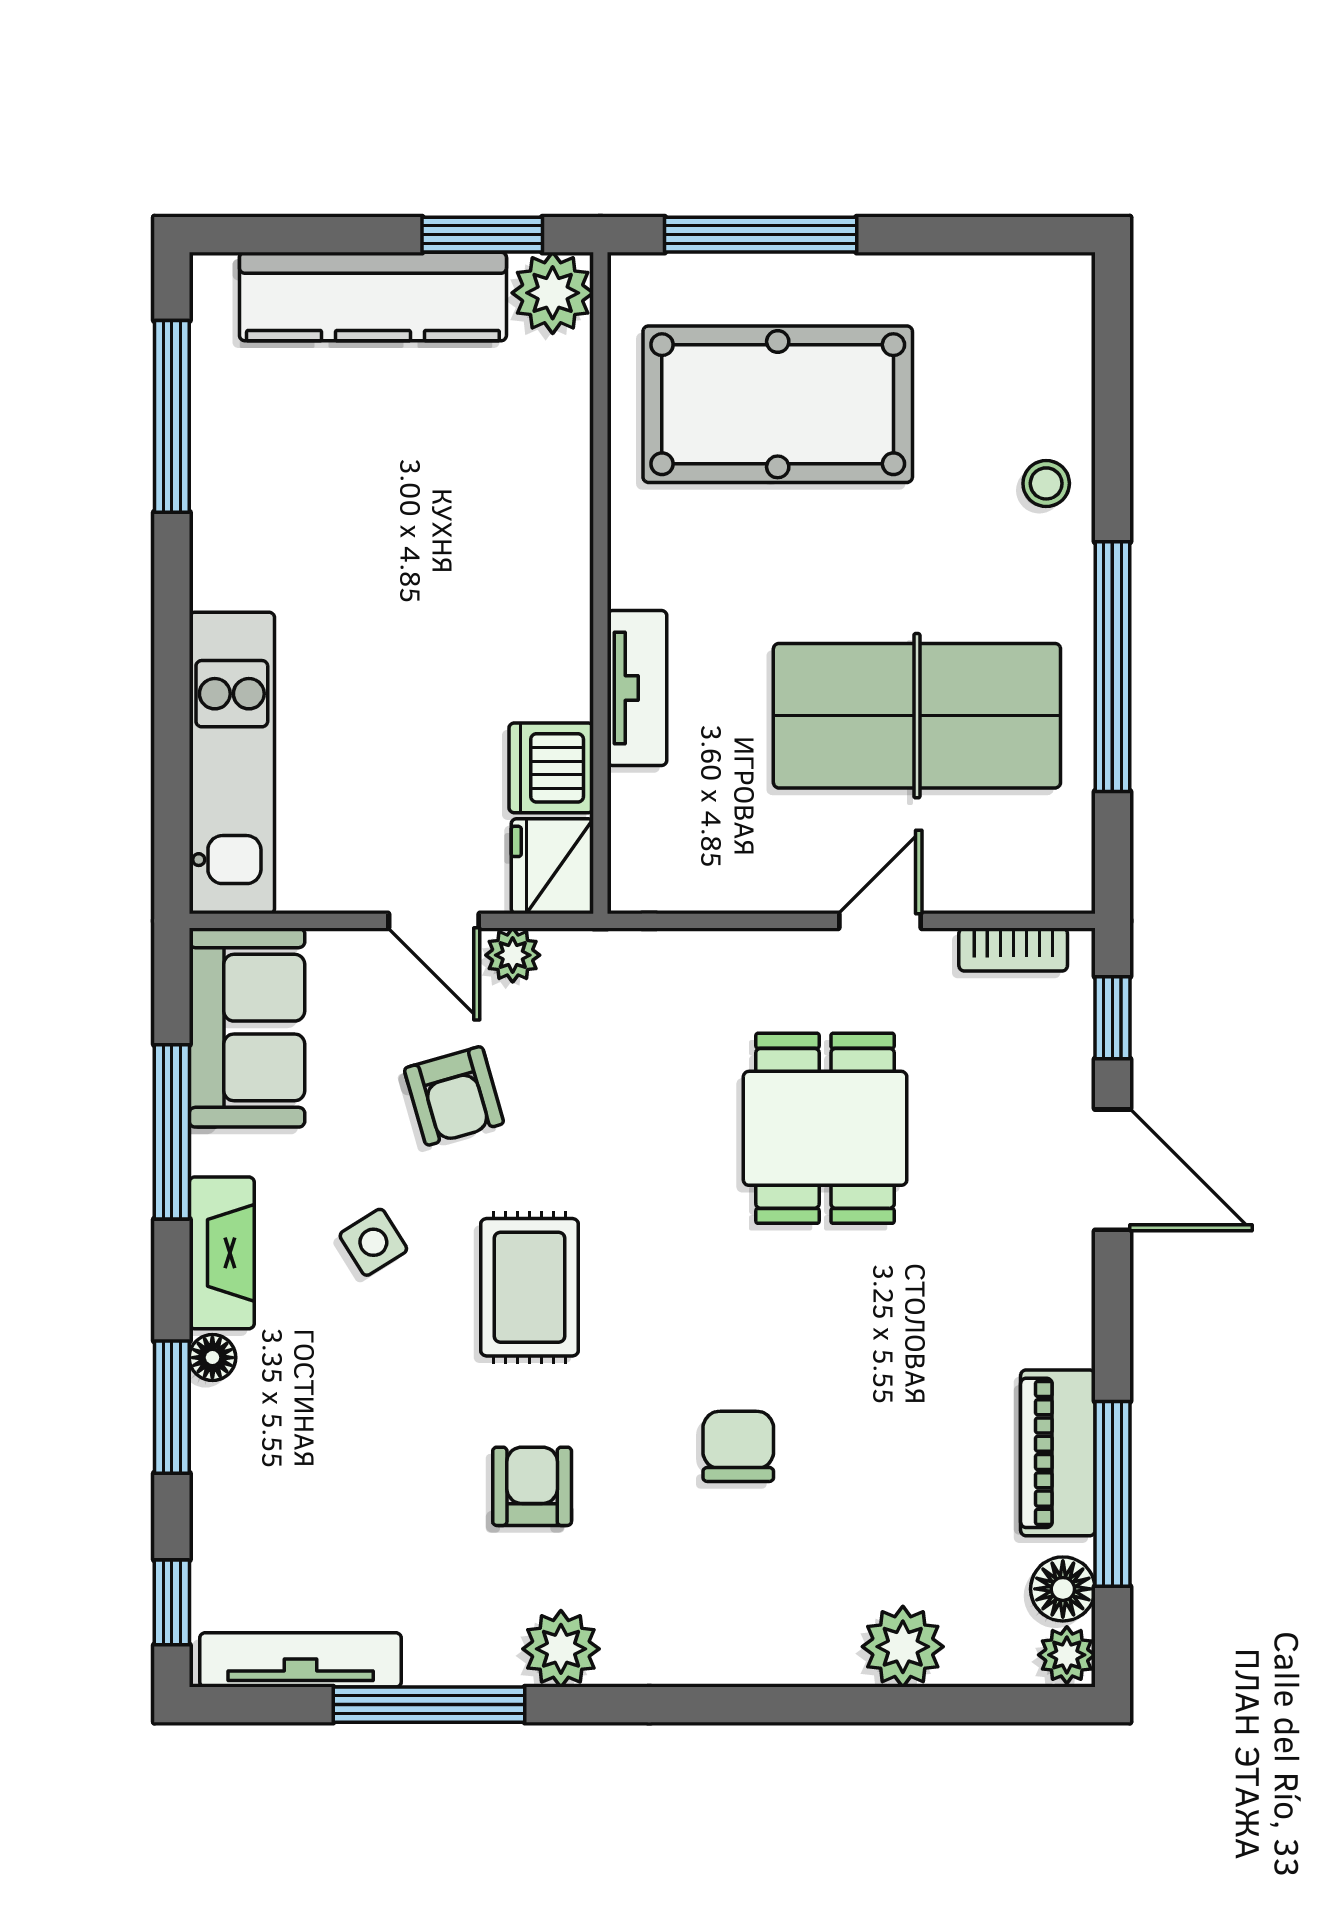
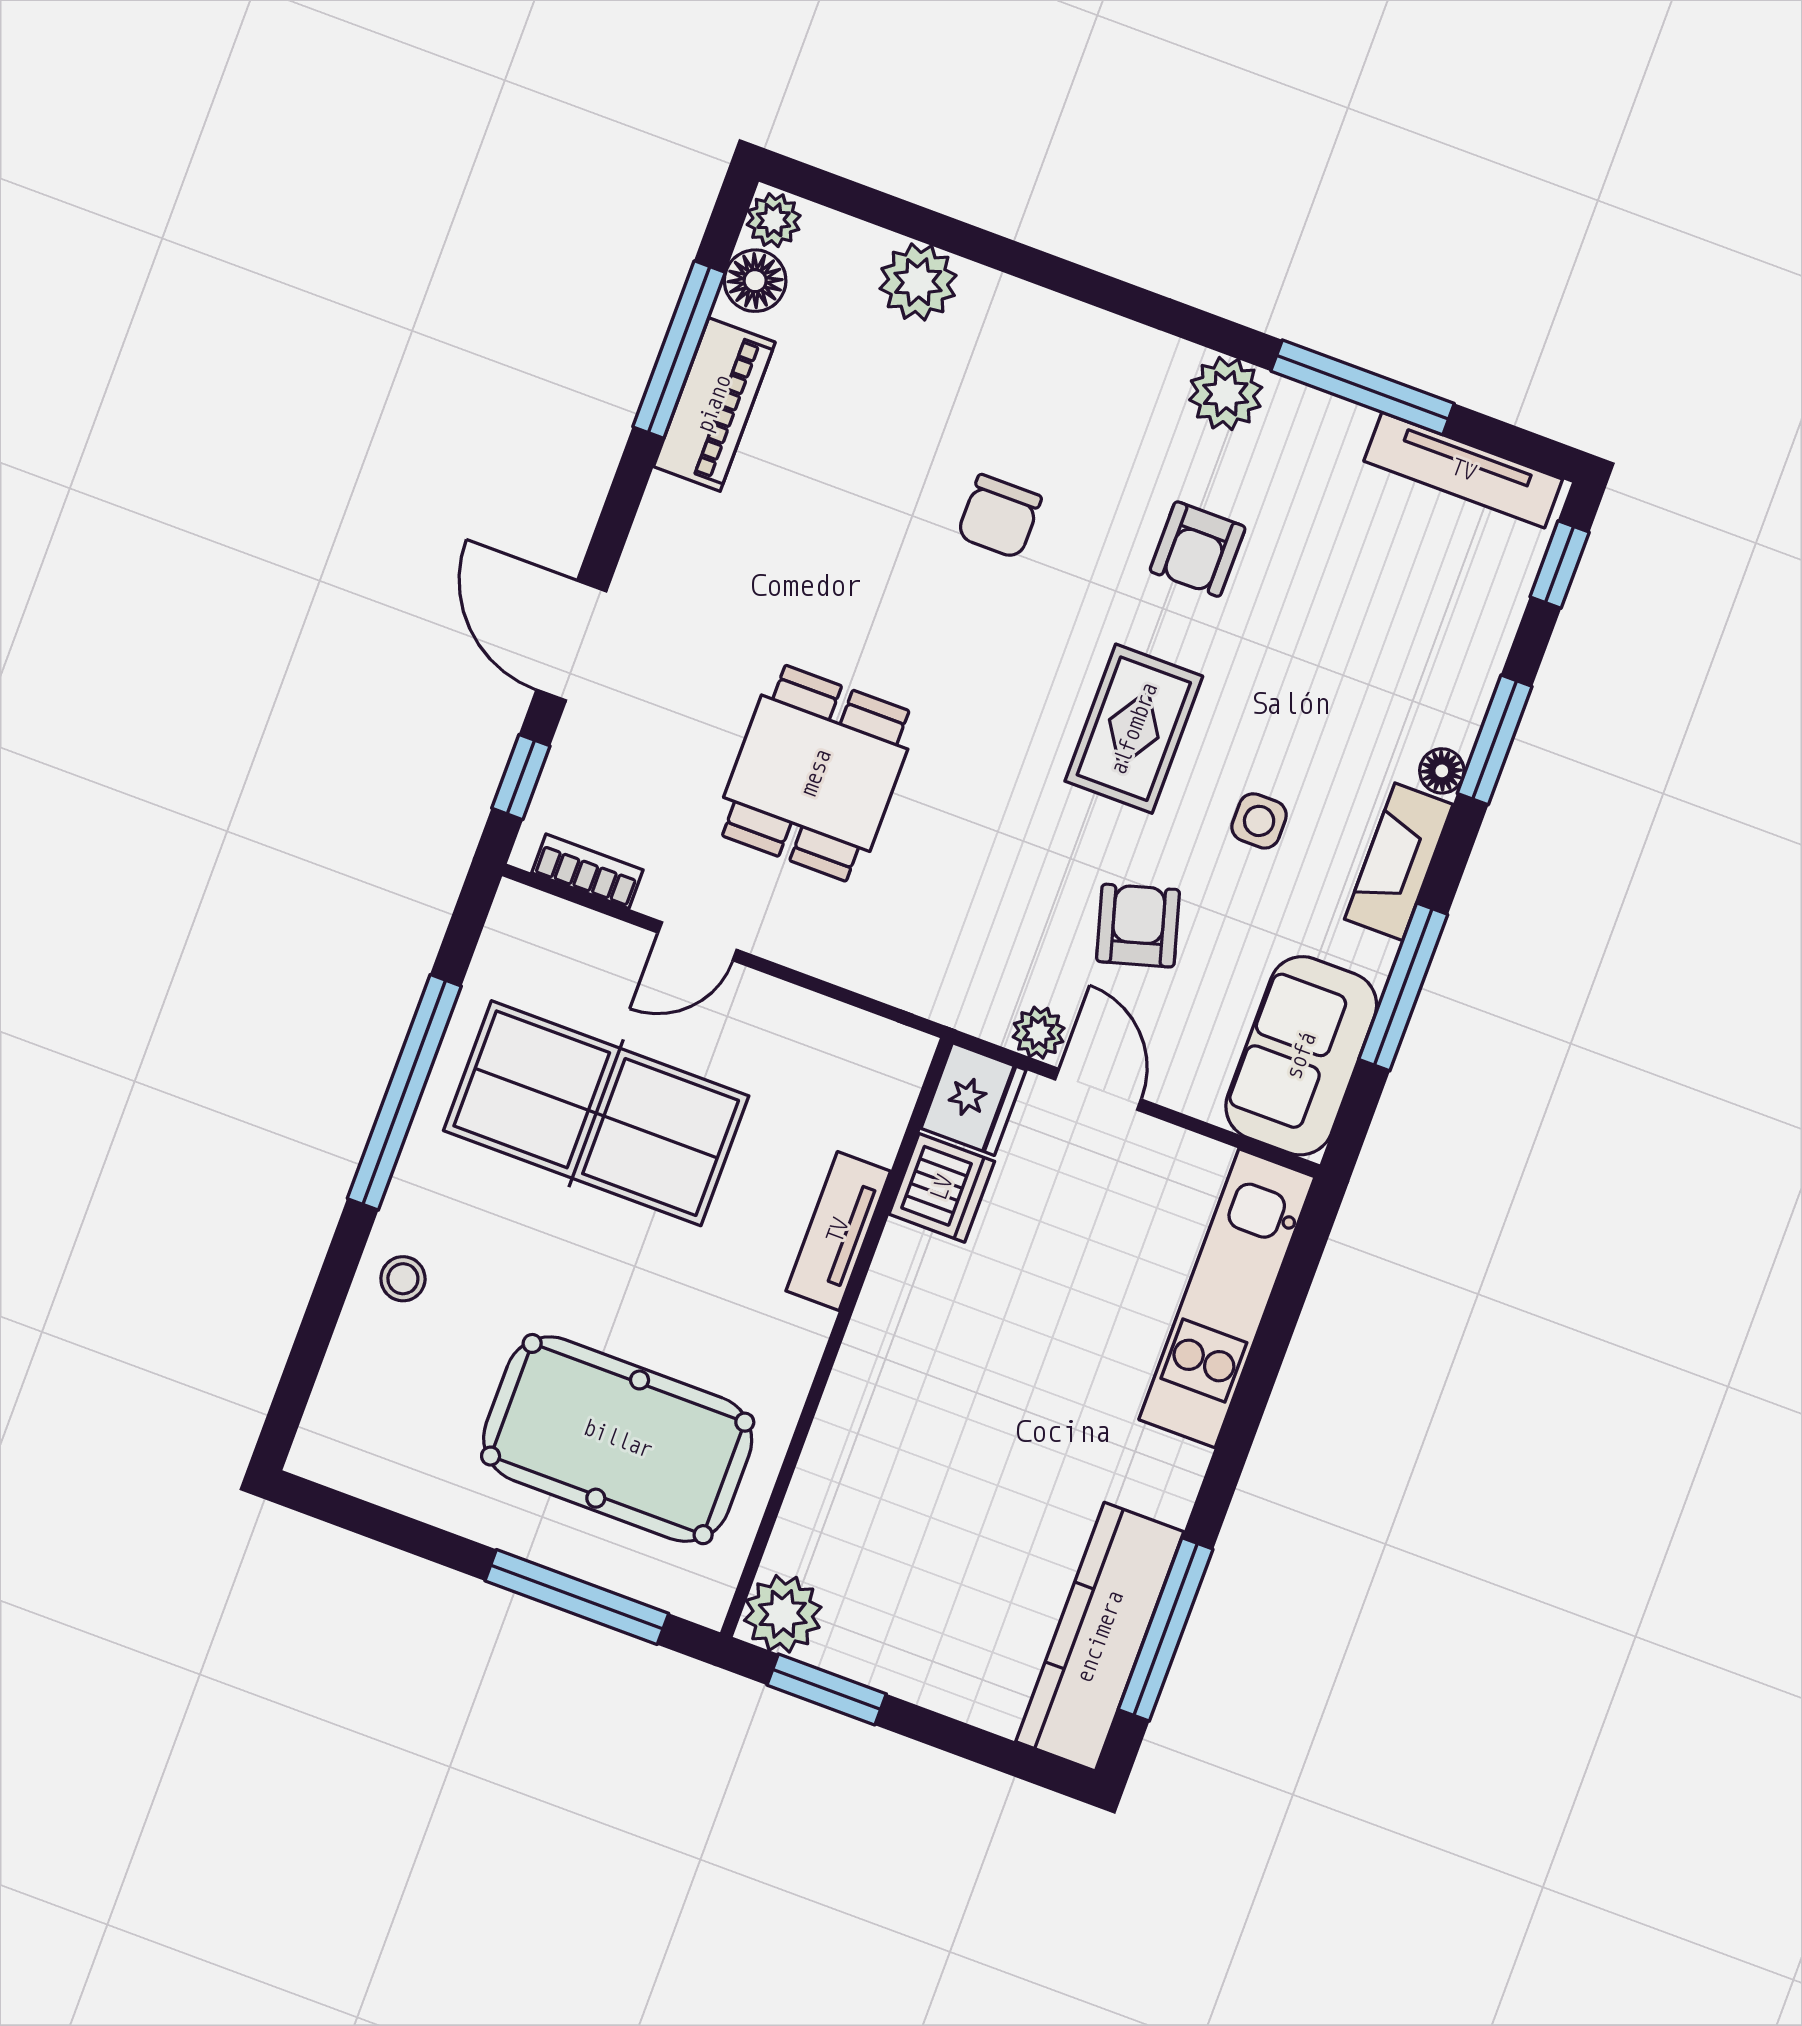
kitchen counter: (373, 296) -> (1100, 1637), moved, turned -90
side table: (373, 1242) -> (1259, 821), turned 32

